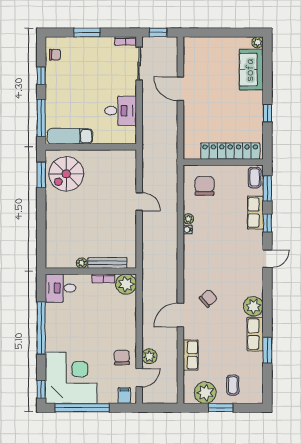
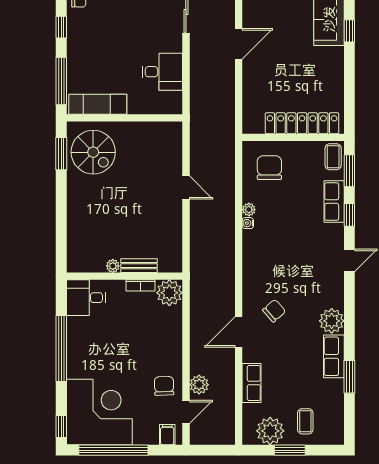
door: (180, 89) -> (239, 44), swing flipped
window: (267, 113) -> (349, 31), moved
spiral stairs: (66, 174) -> (93, 152), turned -90
bench: (107, 263) -> (139, 266), width x0.73

